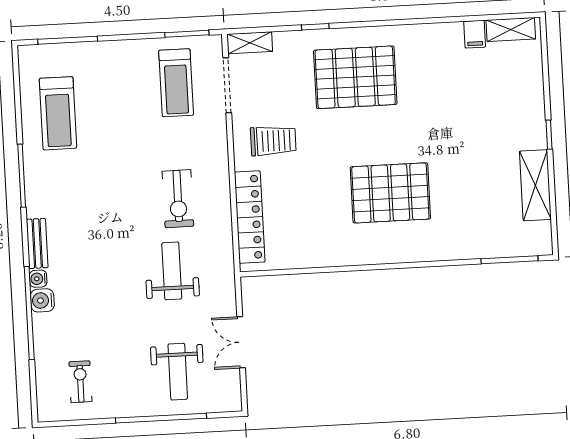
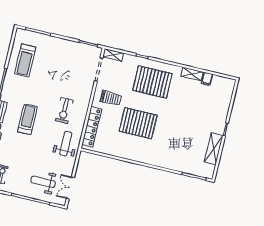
shelving: (511, 30) -> (192, 74), moved
treadmill: (176, 83) -> (27, 119), moved, turned 180
pallet: (390, 193) -> (138, 123), moved
weight bench: (172, 271) -> (66, 144), moved
double door: (241, 342) -> (70, 188), moved
weight bench: (178, 372) -> (43, 182), turned 90

